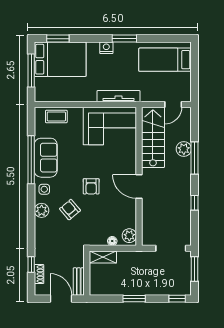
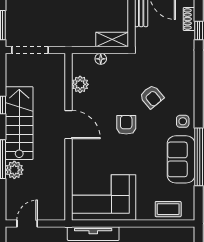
stairs: (153, 137) -> (19, 123), moved, turned 180
plant: (42, 210) -> (186, 96), removed
plant: (129, 236) -> (80, 84), moved

